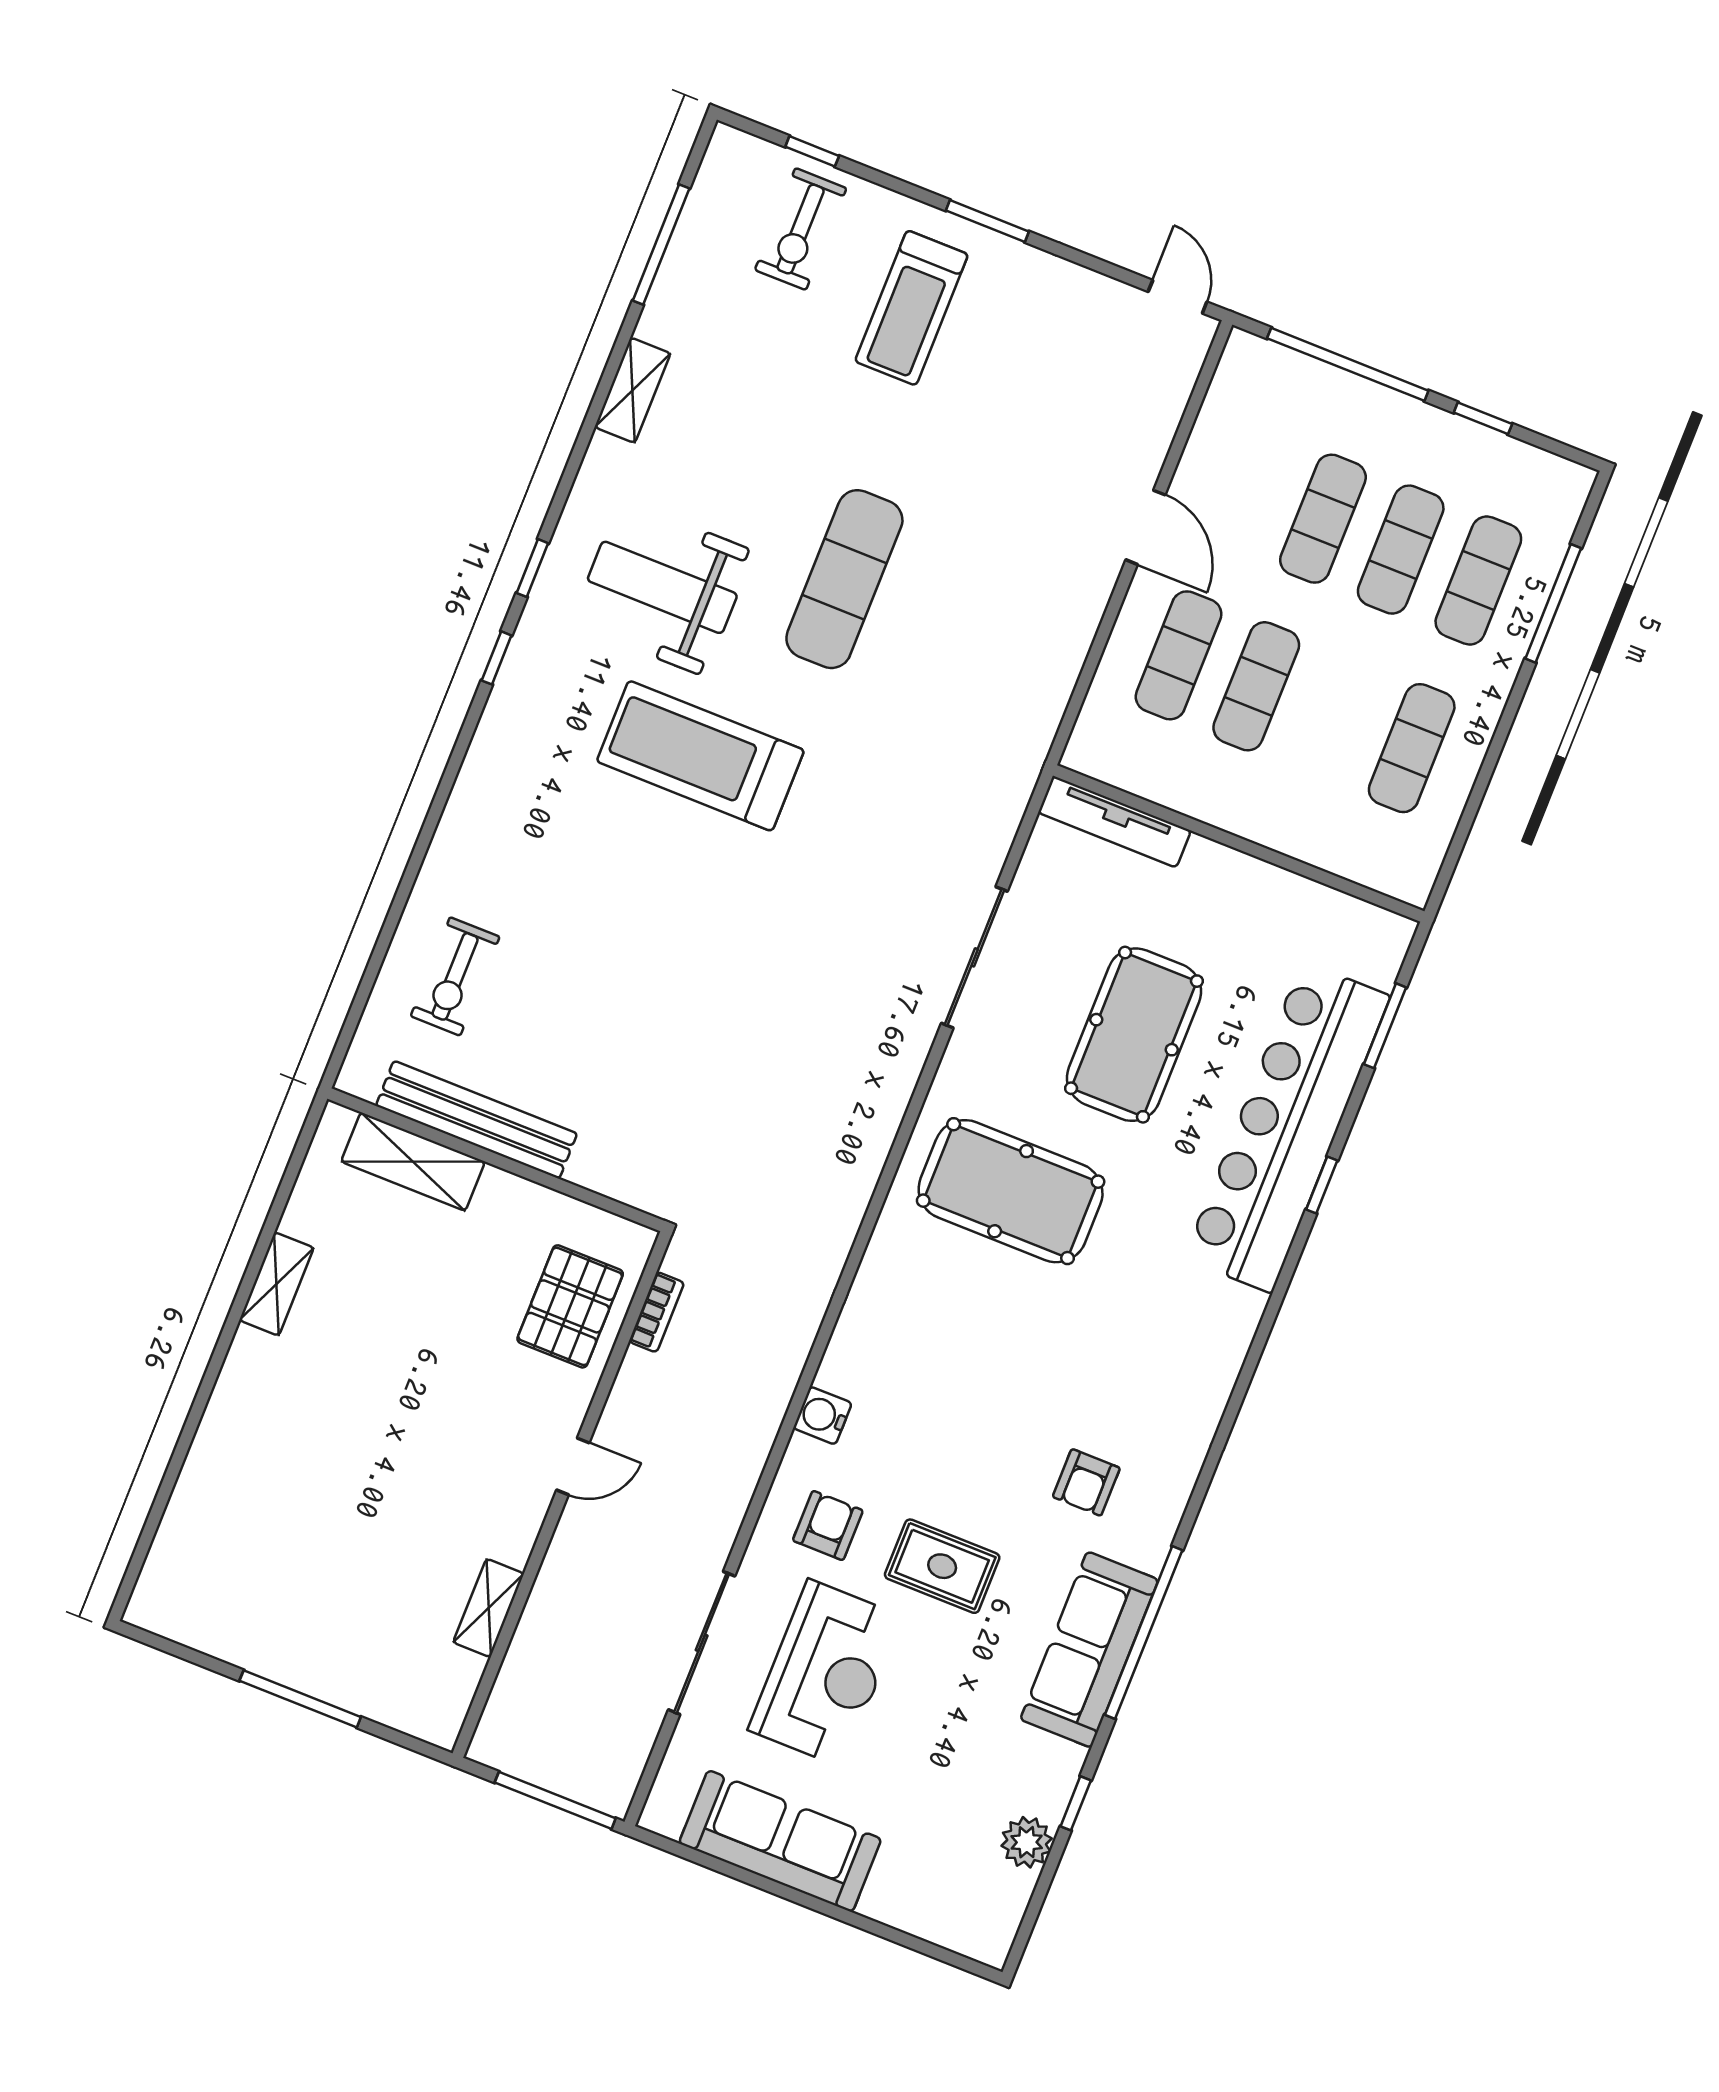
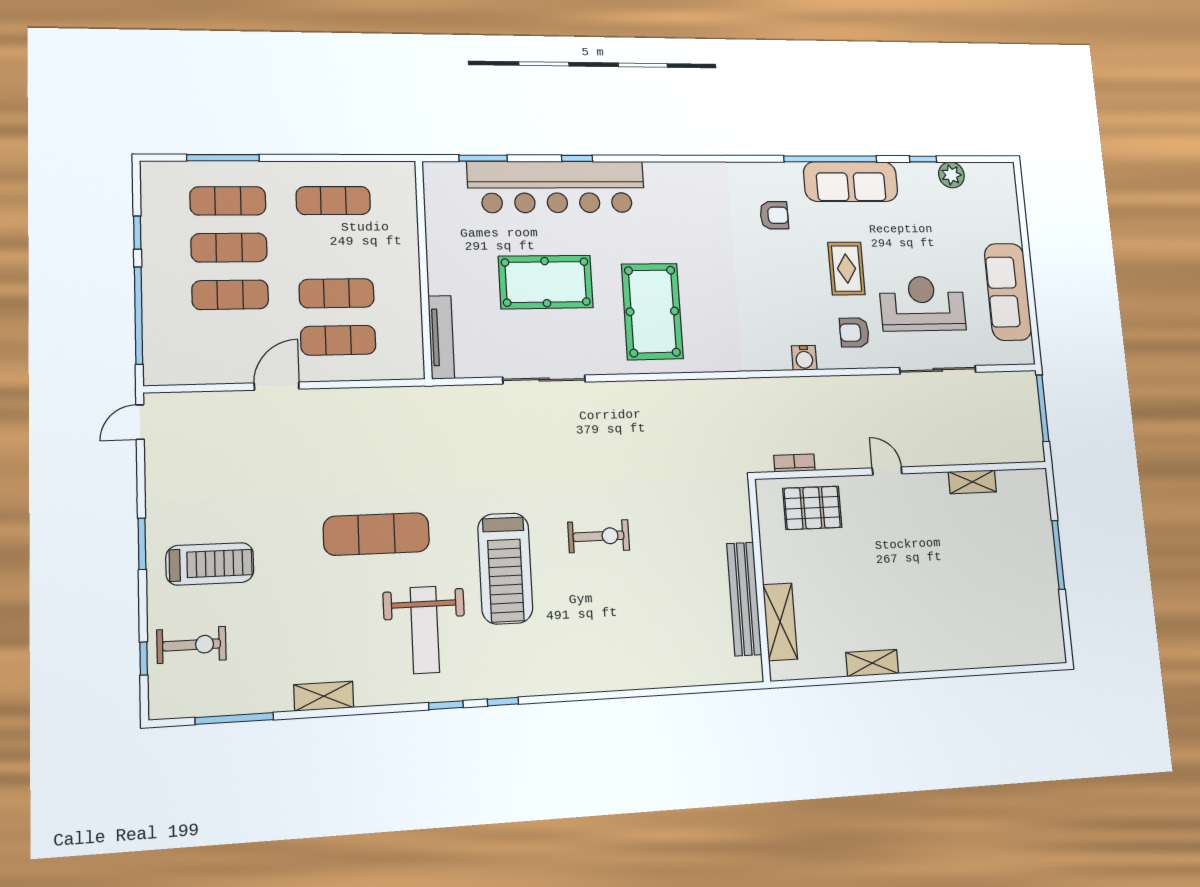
exercise bike: (455, 976) -> (599, 536), moved

